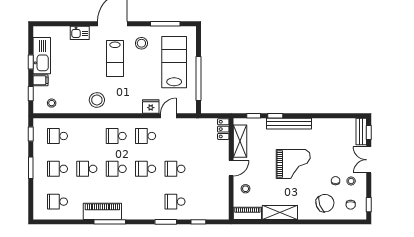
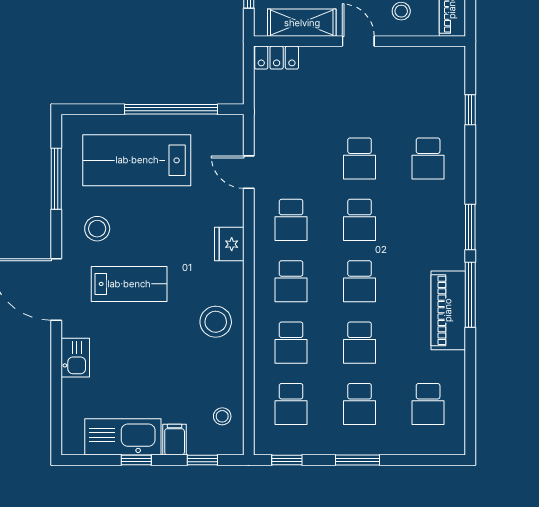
fridge: (151, 106) -> (229, 244), moved
school desk: (87, 136) -> (291, 343), added
window: (166, 222) -> (470, 227), moved

